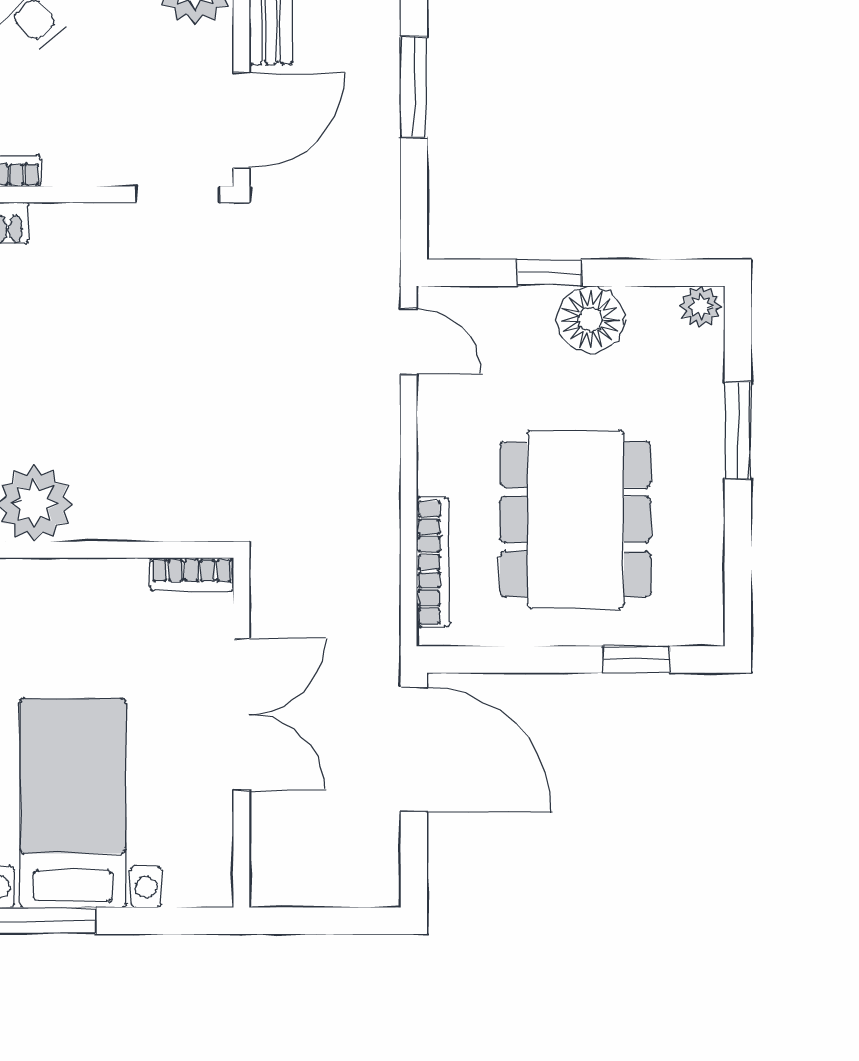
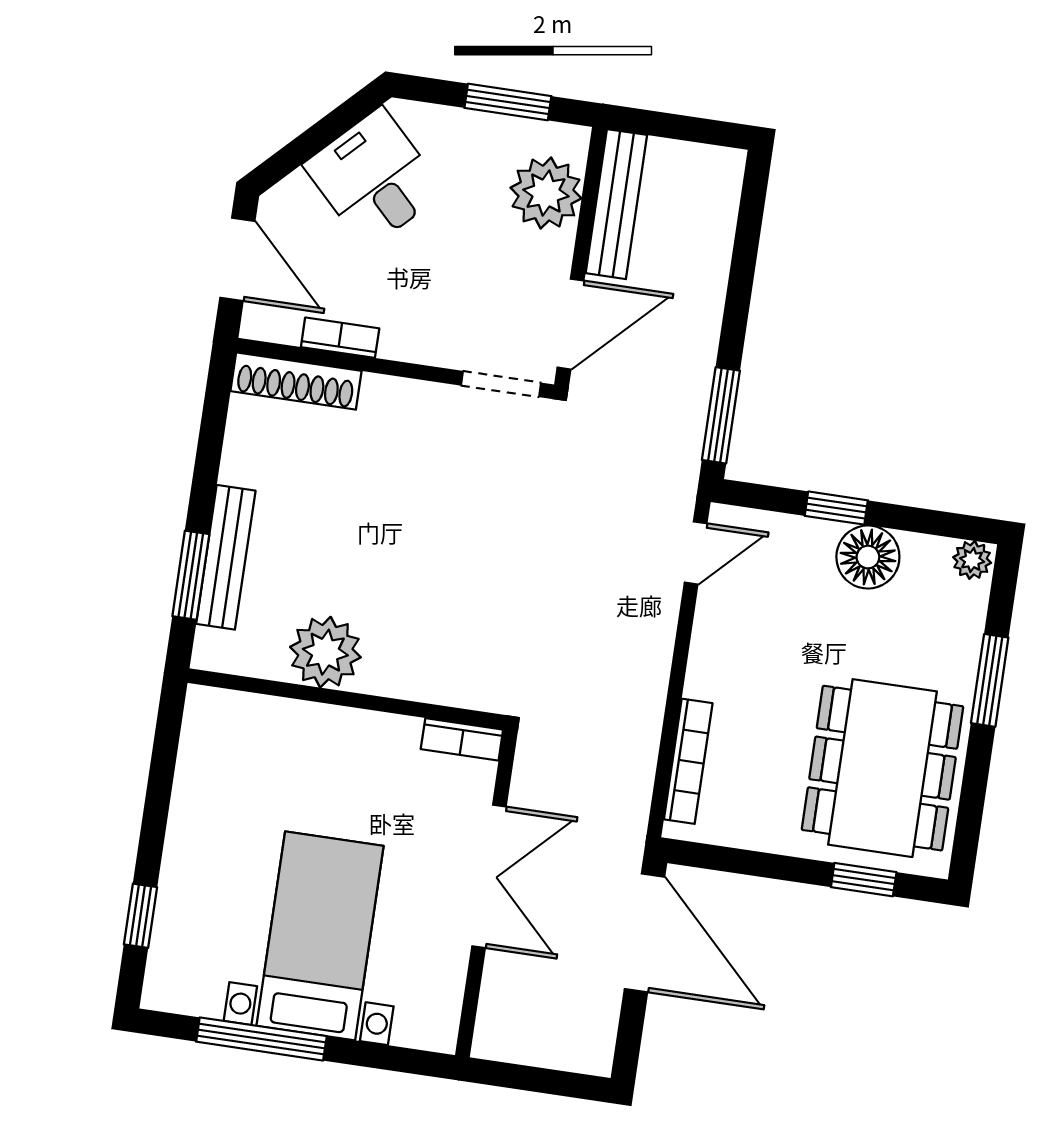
window: (414, 87) -> (721, 415), moved
door: (409, 342) -> (696, 553), hinge flipped
dining table: (575, 519) -> (882, 768), moved

